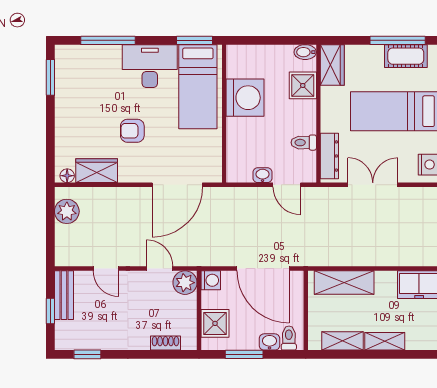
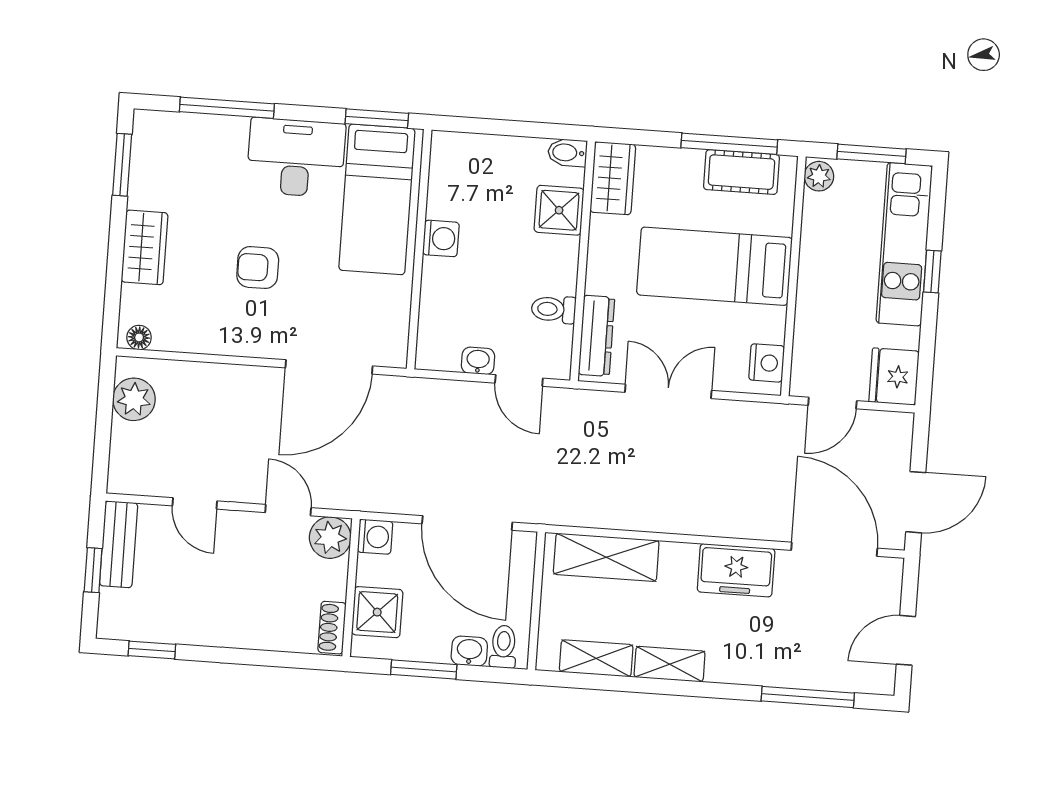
washing machine: (245, 98) -> (441, 238), width x0.53, depth x0.53
wardrobe: (97, 171) -> (145, 247), moved, turned 90
shoe rack: (165, 343) -> (332, 628), moved, turned -90

